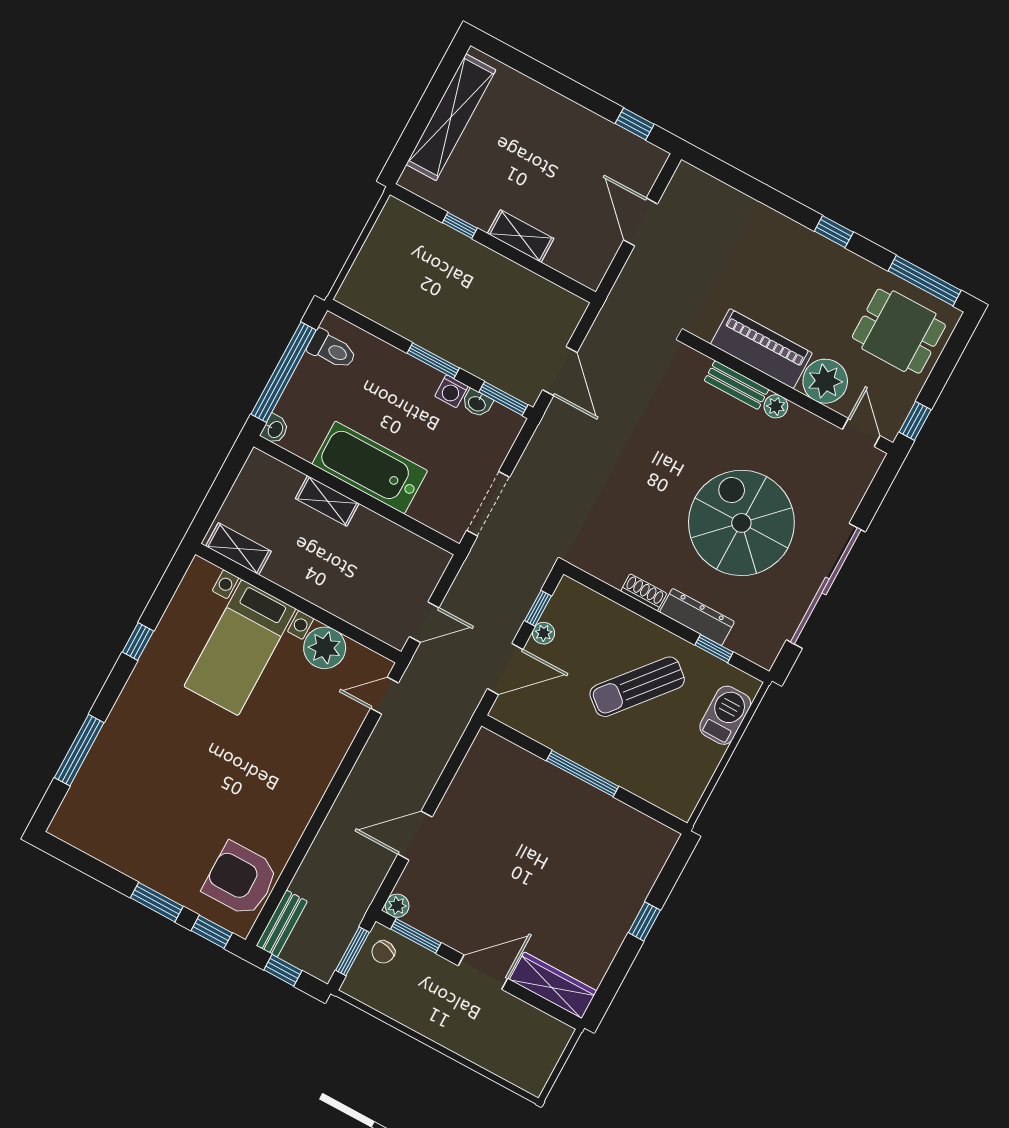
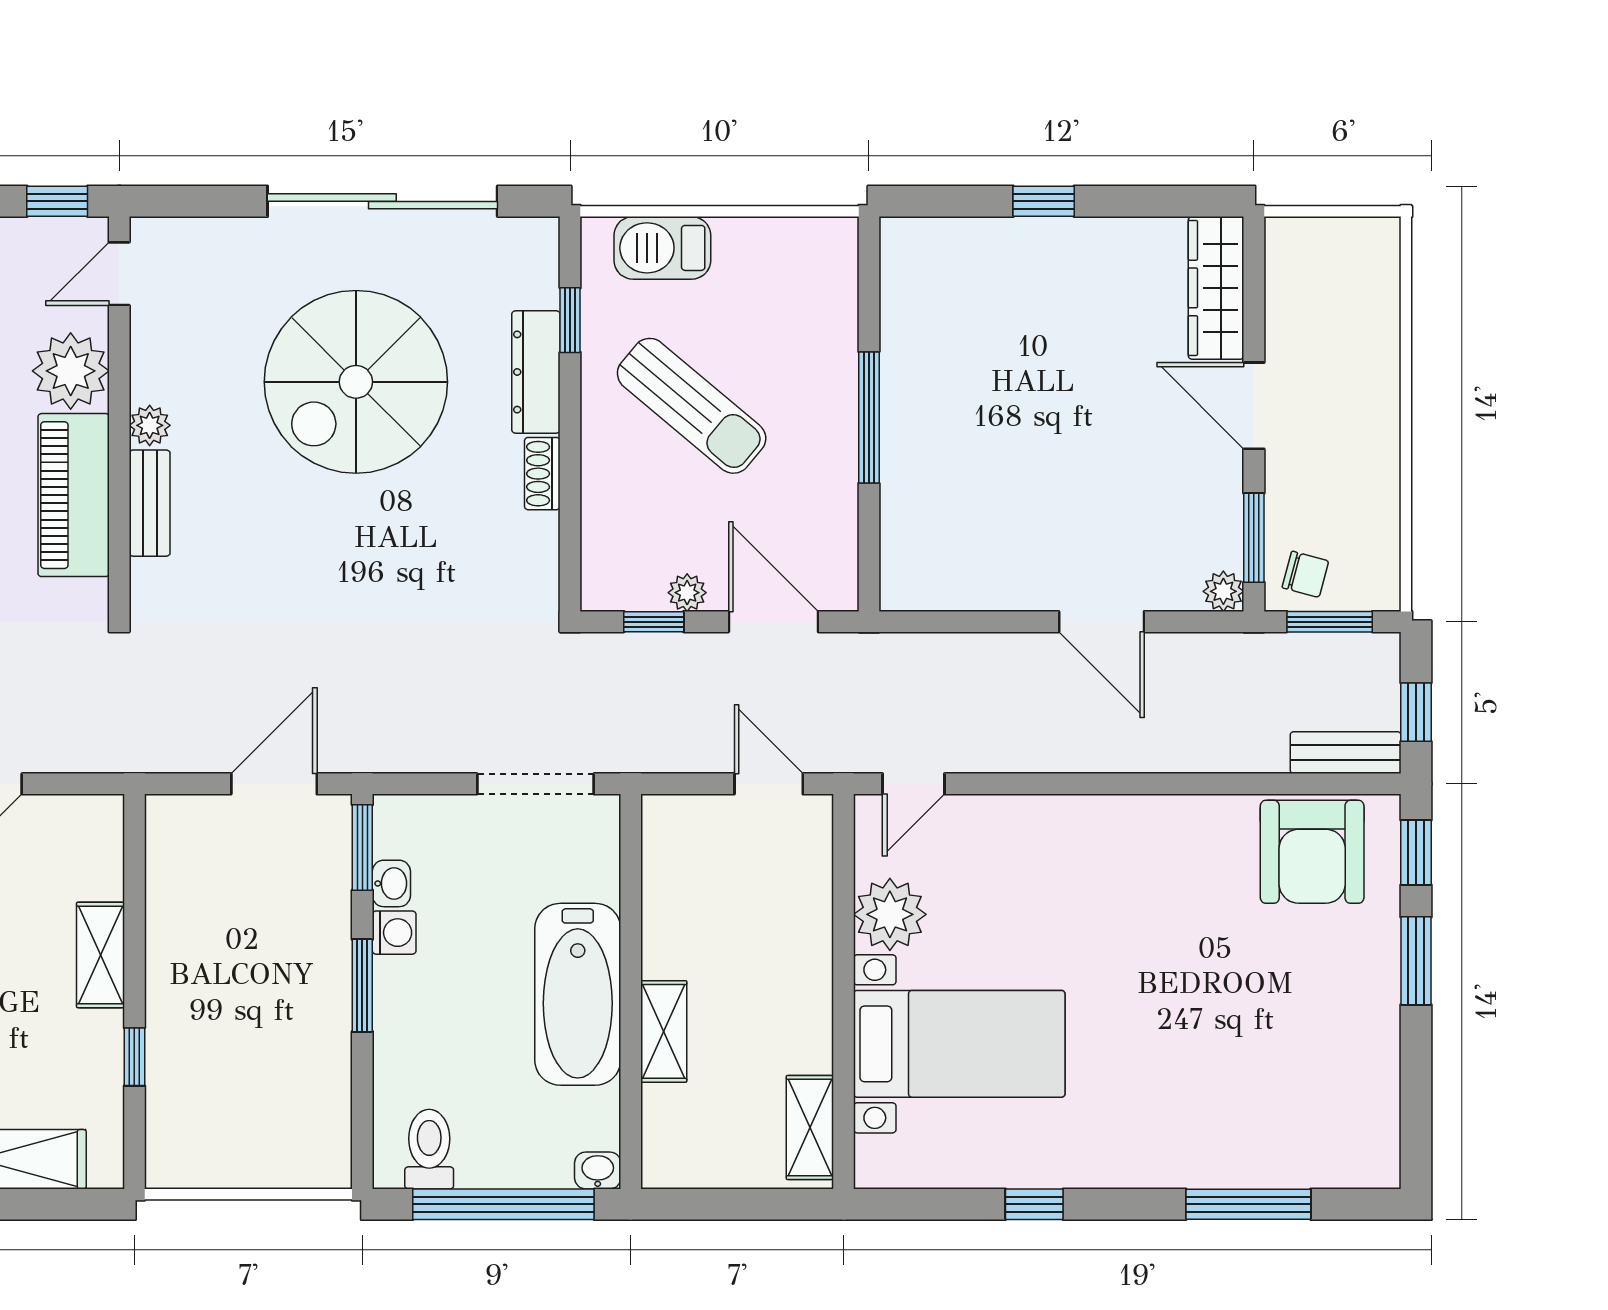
door: (384, 696) -> (914, 784), hinge flipped

